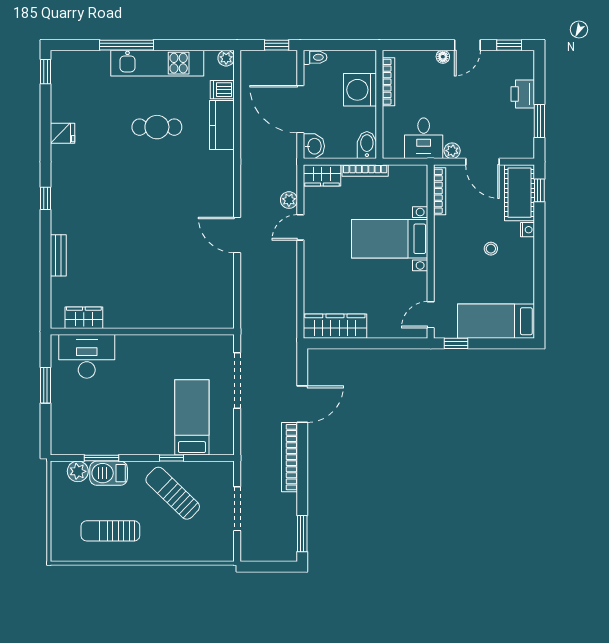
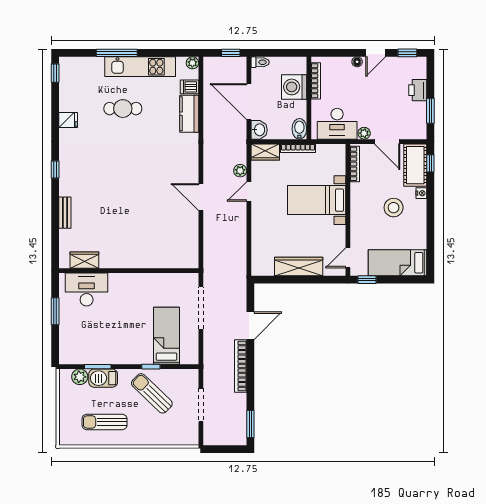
cafe table: (157, 127) -> (123, 109), moved
desk: (424, 138) -> (337, 124), width x1.37
stool: (491, 249) -> (394, 208), width x1.89, depth x1.89
wardrobe: (335, 326) -> (299, 267), moved

